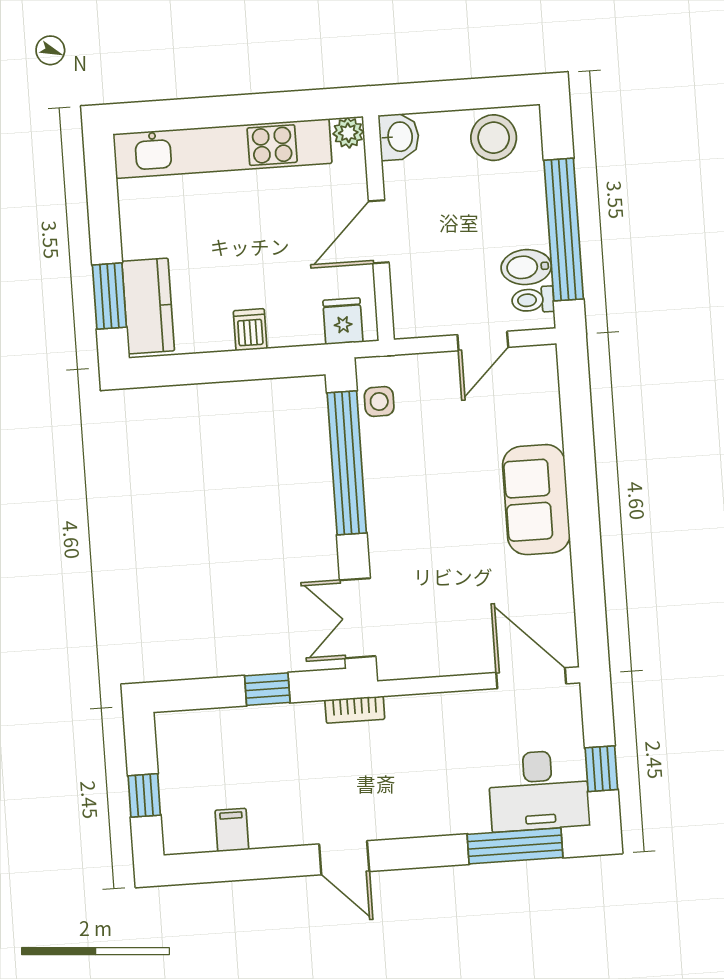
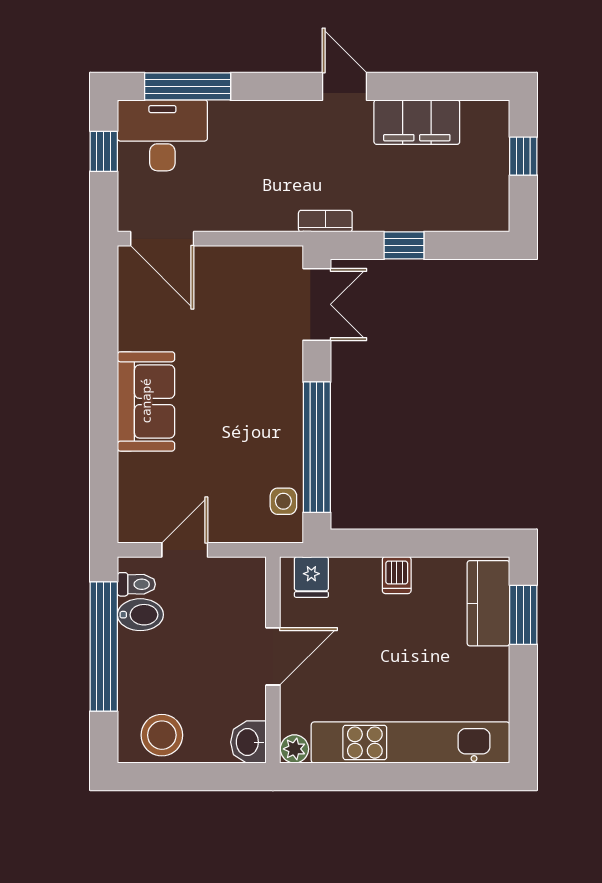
filing cabinet: (232, 830) -> (417, 122), width x3.00, depth x1.17

